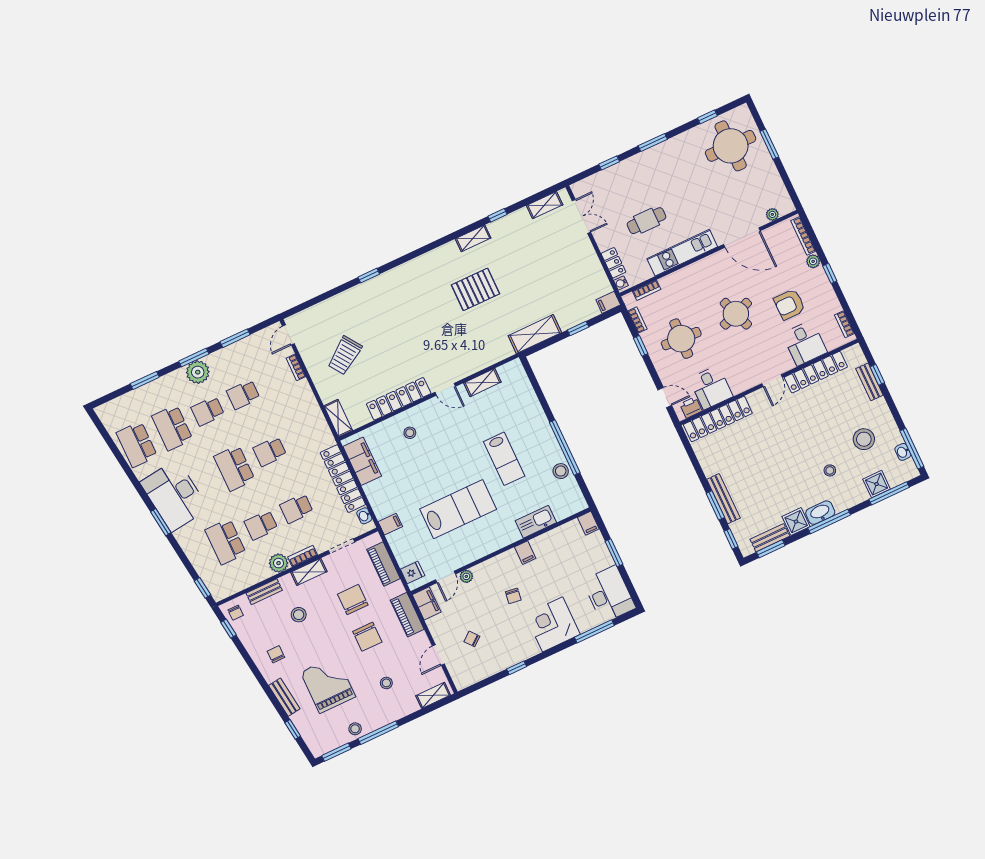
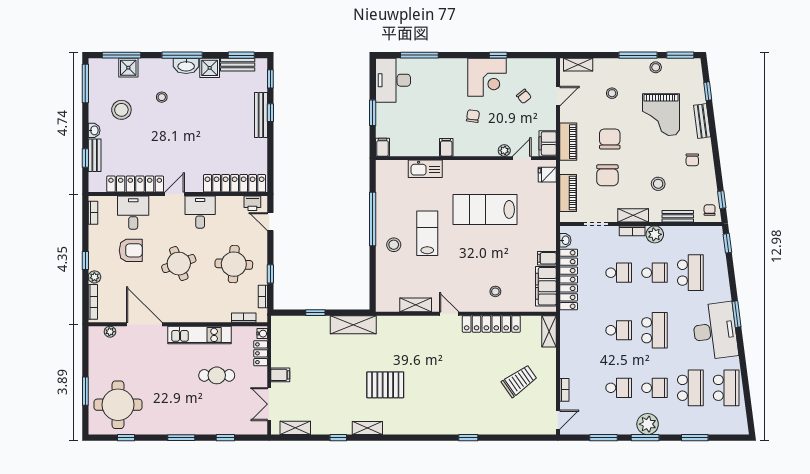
filing cabinet: (608, 302) -> (280, 375), moved
desk: (711, 387) -> (200, 212), moved
washbasin: (903, 452) -> (94, 130), moved
stool: (561, 471) -> (394, 245), moved
window: (715, 505) -> (270, 113), width x0.67
filing cabinet: (390, 524) -> (547, 258), moved
corner desk: (553, 624) -> (487, 77), moved

